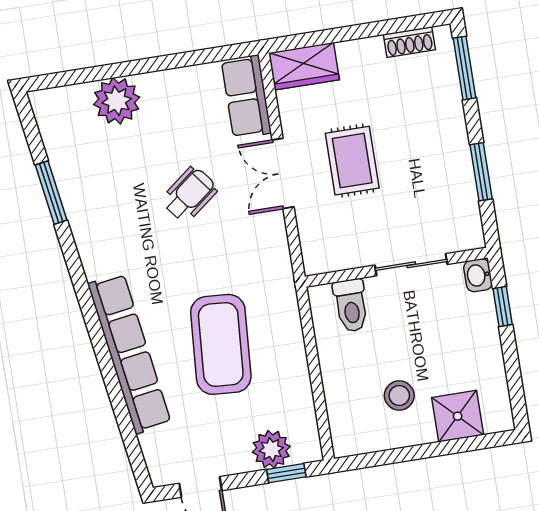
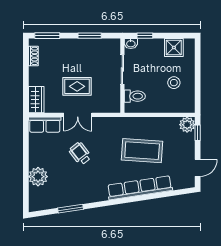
shower: (458, 416) -> (174, 47), moved
plant: (271, 449) -> (187, 125), moved

